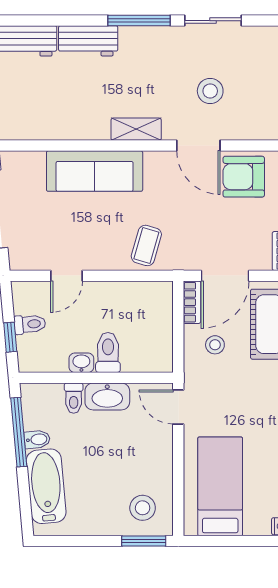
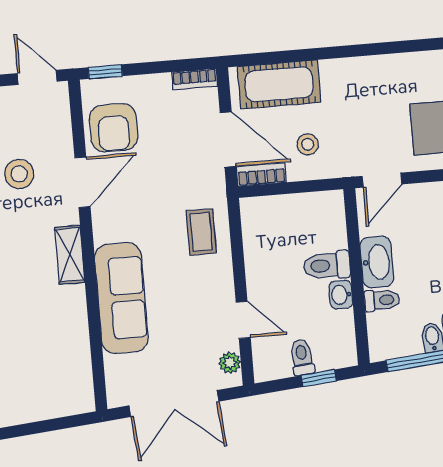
coffee table: (146, 245) -> (201, 232), turned 74
plant: (30, 261) -> (230, 363), added

